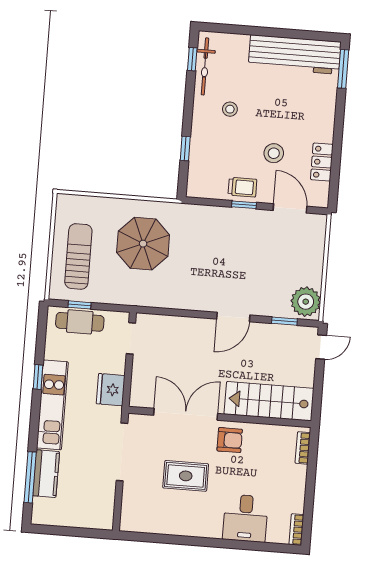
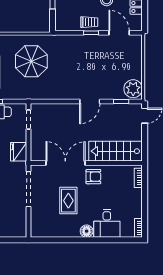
rug: (186, 476) -> (68, 201), turned 90
floor lamp: (211, 528) -> (87, 231), added

